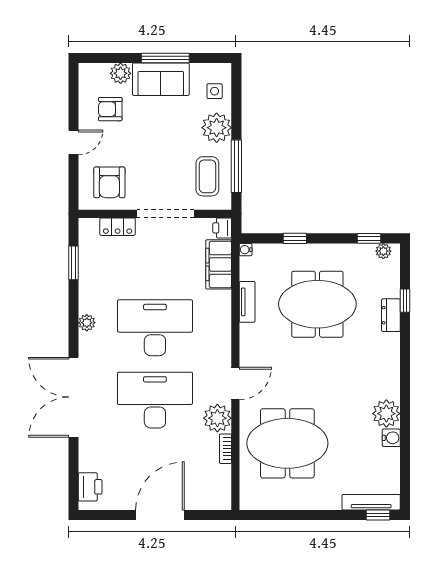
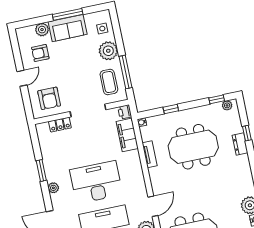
window: (74, 263) -> (41, 170), moved

